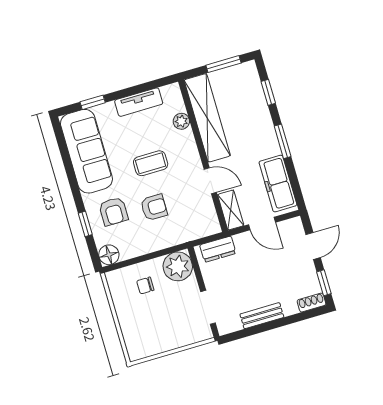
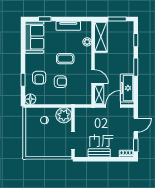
shelving: (207, 118) -> (101, 37), width x0.68
sofa: (86, 151) -> (34, 37), width x0.73
door: (262, 223) -> (113, 106), swing flipped
dresser: (218, 249) -> (87, 112), removed

